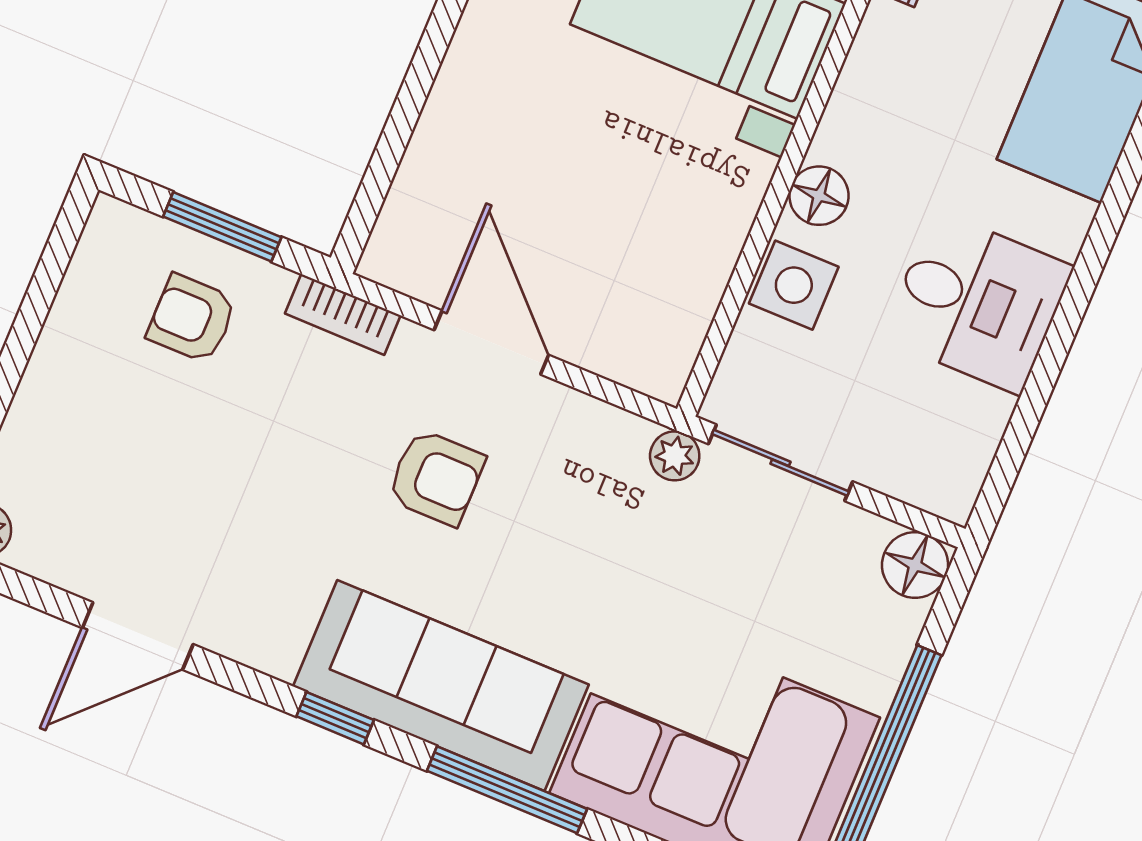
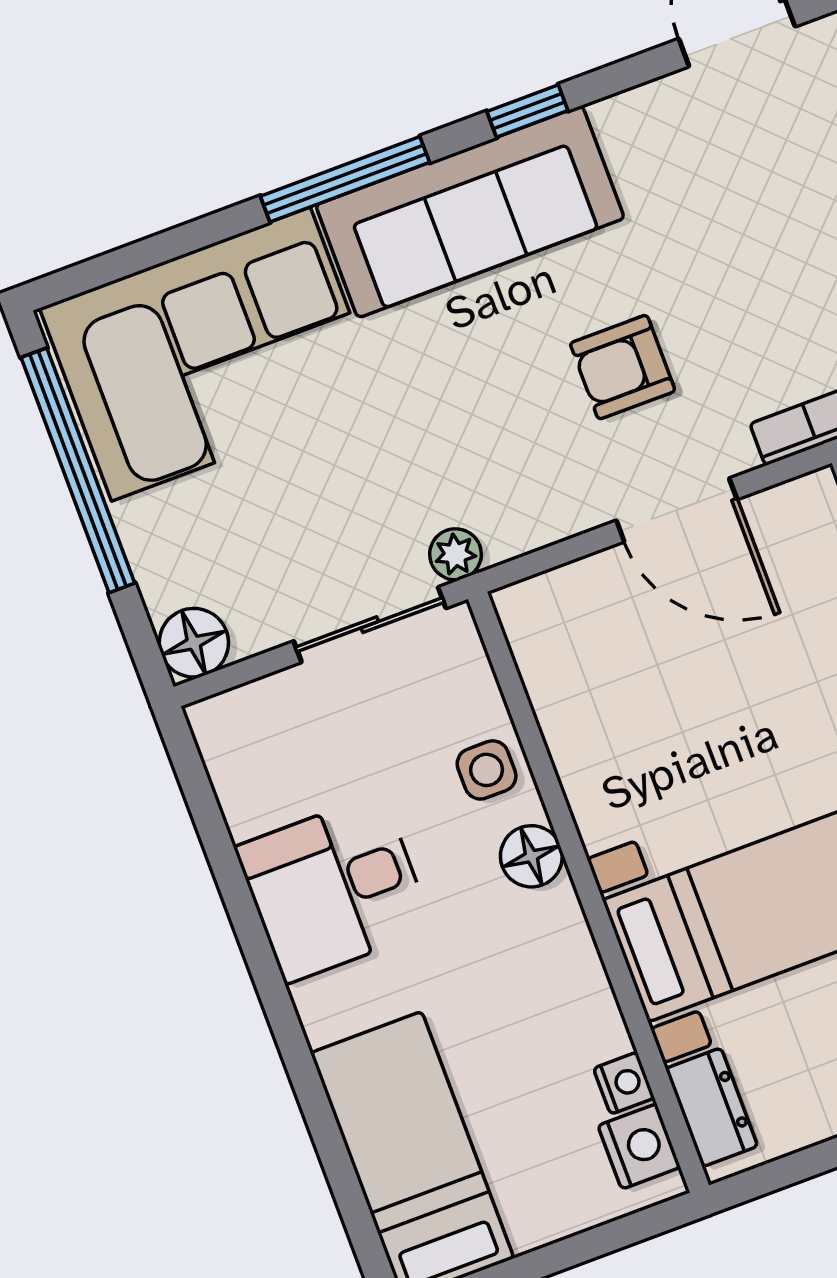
side table: (794, 285) -> (487, 770), width x0.73, depth x0.73

